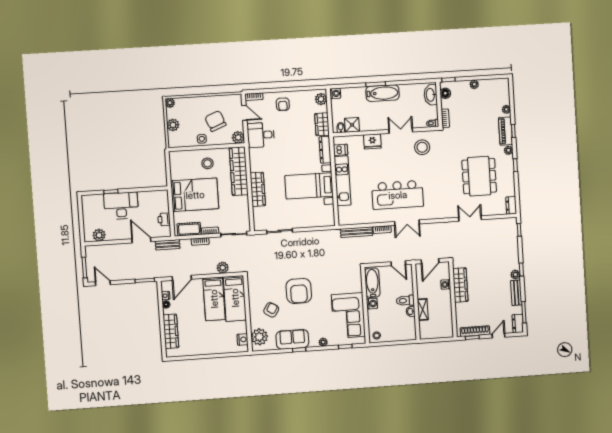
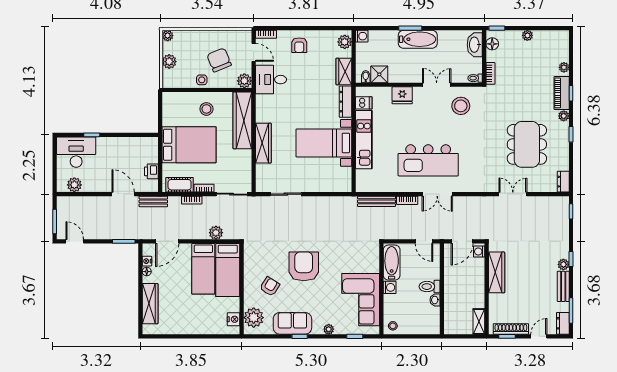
desk: (121, 206) -> (76, 152), moved
washing machine: (446, 284) -> (479, 251), moved
armchair: (299, 291) -> (304, 266), turned 180
shelving: (423, 309) -> (479, 321), moved

